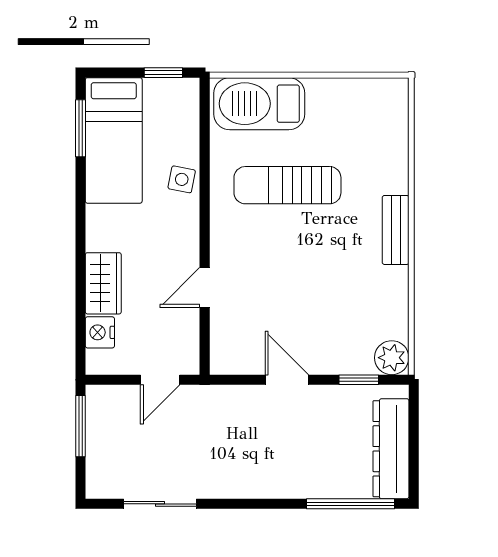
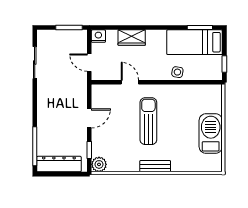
barbecue: (259, 104) -> (211, 134), moved
sun lounger: (287, 185) -> (148, 121), moved
nightstand: (100, 332) -> (98, 36), moved

